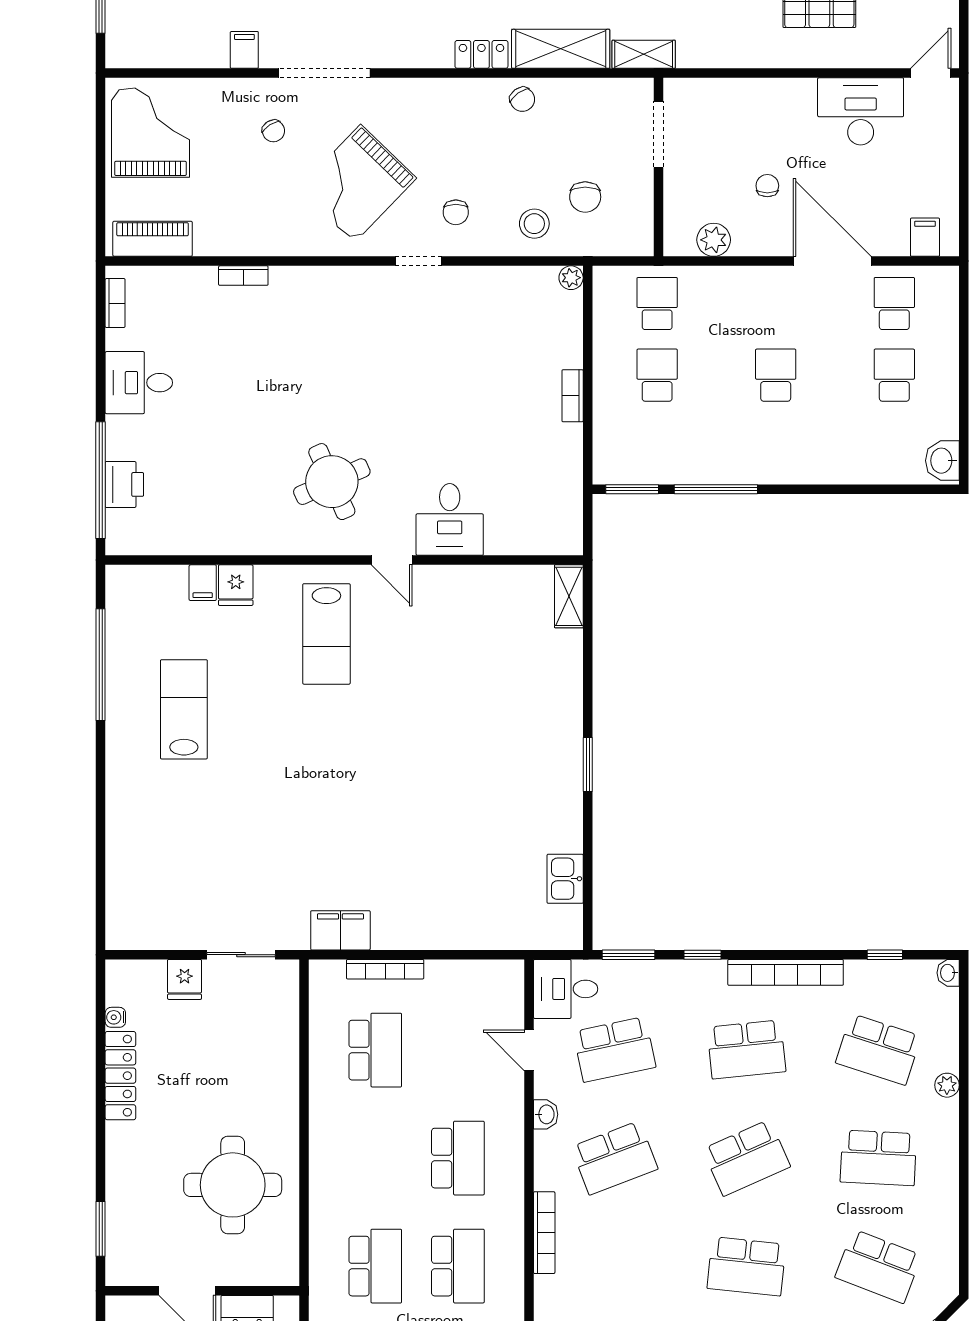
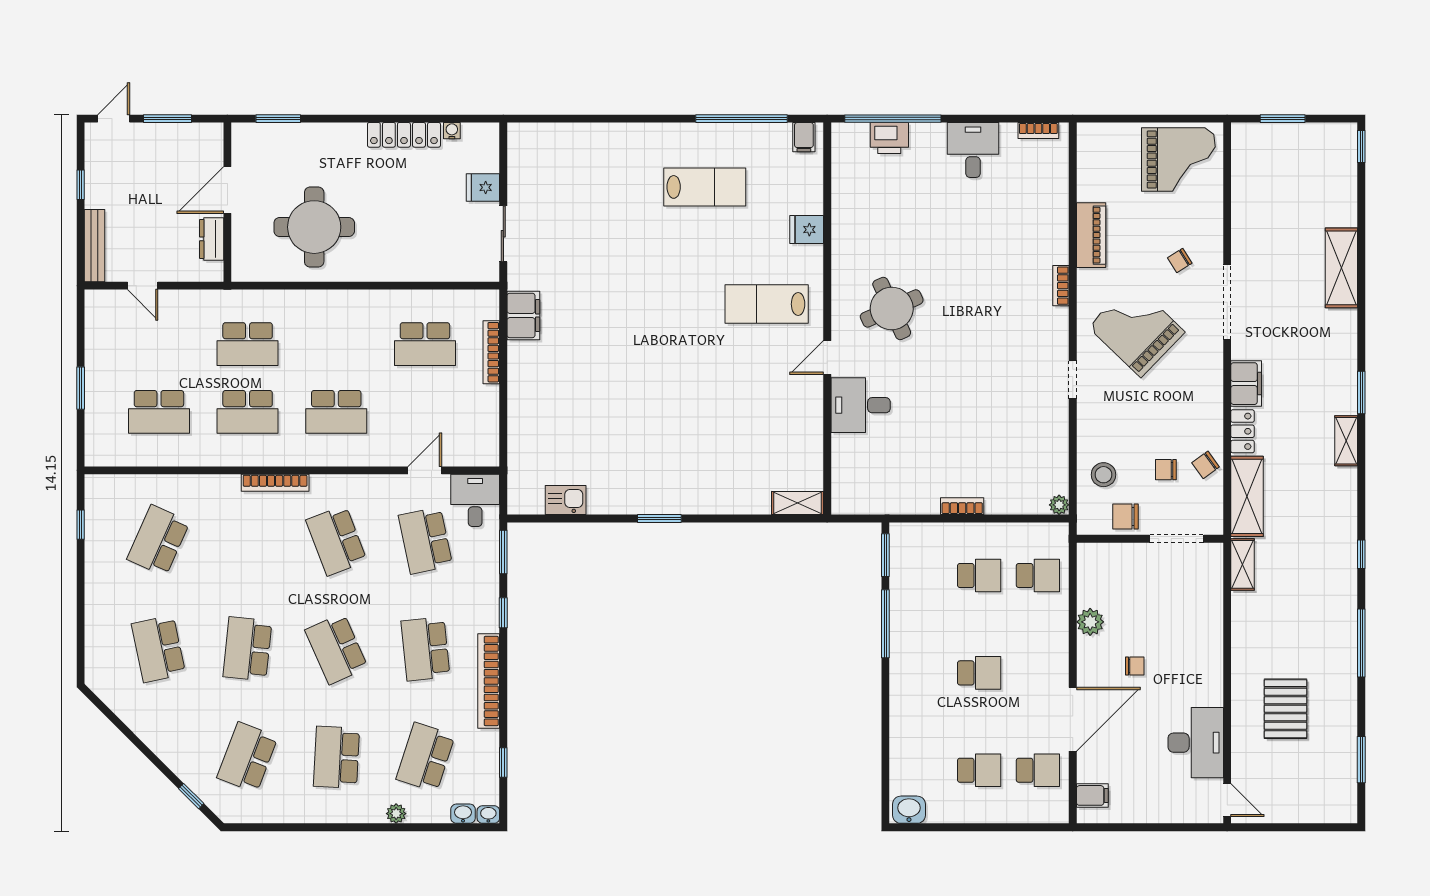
filing cabinet: (244, 50) -> (1246, 384), moved, width x2.00
doorway: (659, 134) -> (1177, 539), moved
wall: (659, 167) -> (1150, 539), moved
chair: (456, 212) -> (1166, 470), moved
piano: (153, 239) -> (1091, 235), moved
bookcase: (243, 276) -> (1061, 286), moved
filing cabinet: (203, 583) -> (804, 137), moved, turned -90
washbasin: (546, 1114) -> (463, 814), moved, turned 180

